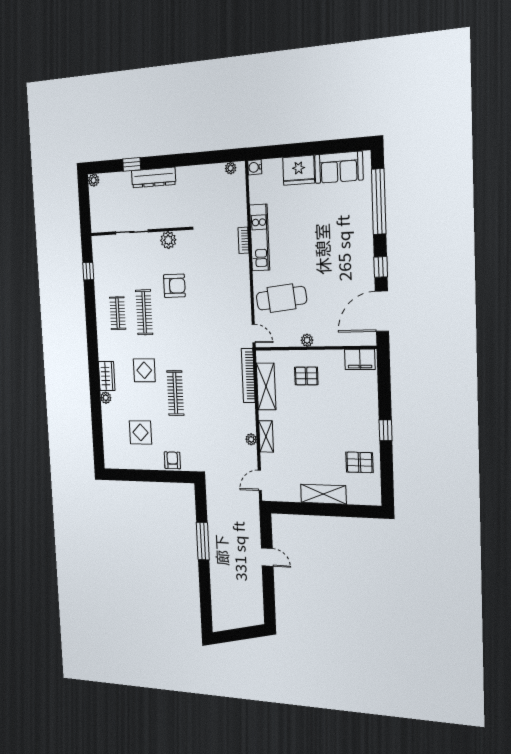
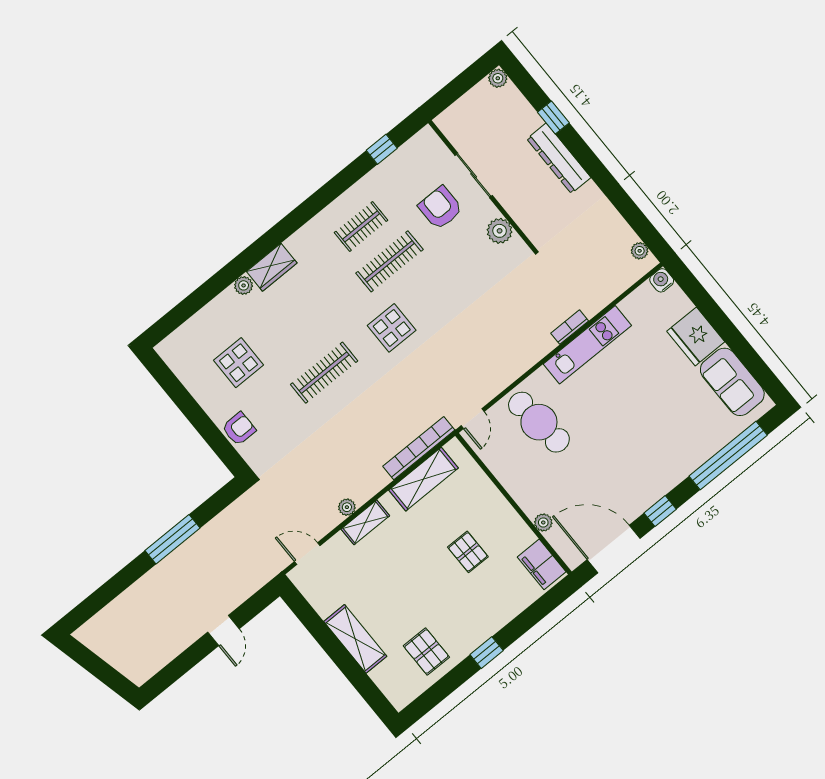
armchair: (174, 286) -> (440, 208), moved, turned 180
plant: (307, 340) -> (543, 522), moved
display table: (144, 370) -> (392, 328), moved
pallet: (306, 376) -> (468, 552), moved

